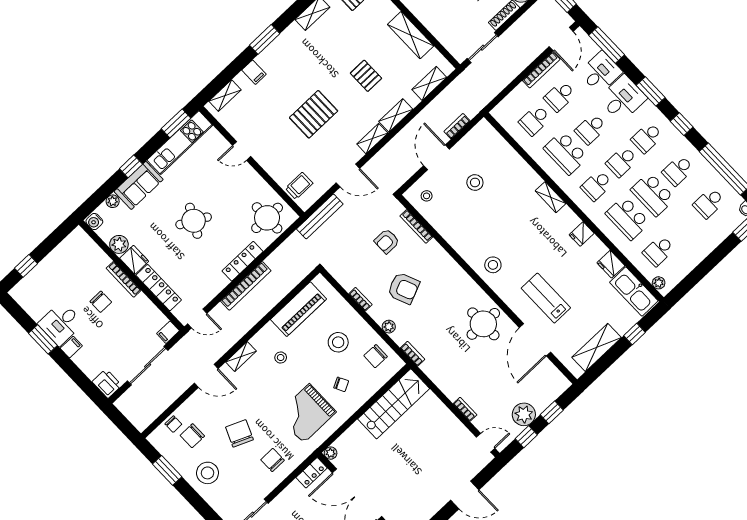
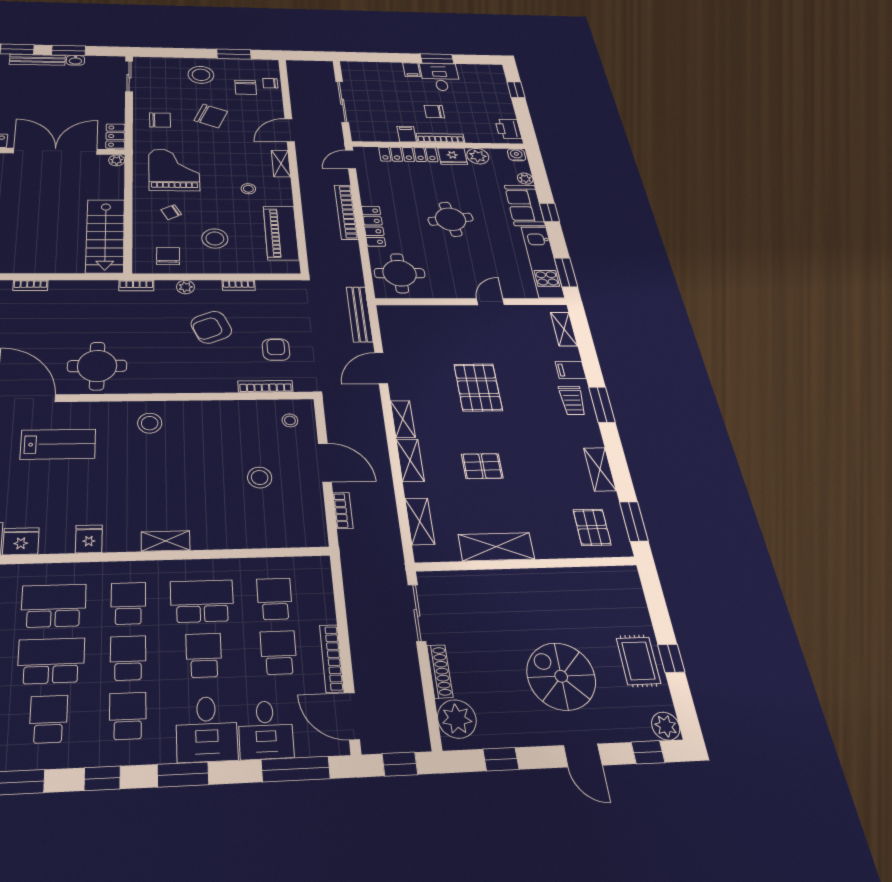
trolley: (299, 186) -> (572, 400), moved
round table: (194, 221) -> (451, 219), turned -37
filing cabinet: (168, 332) -> (407, 134), moved
printer: (107, 384) -> (508, 129), moved, turned 90
chair: (192, 436) -> (246, 87), turned 180

